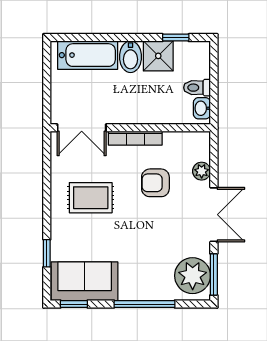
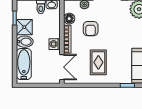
washing machine: (126, 114) -> (55, 44), added
floor lamp: (175, 142) -> (69, 19), added

